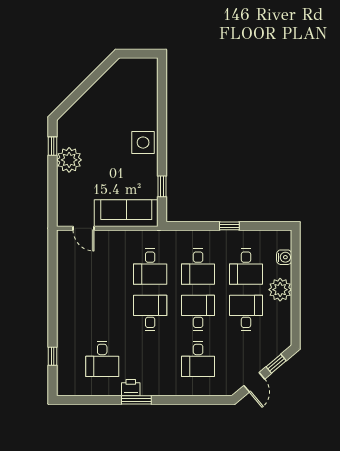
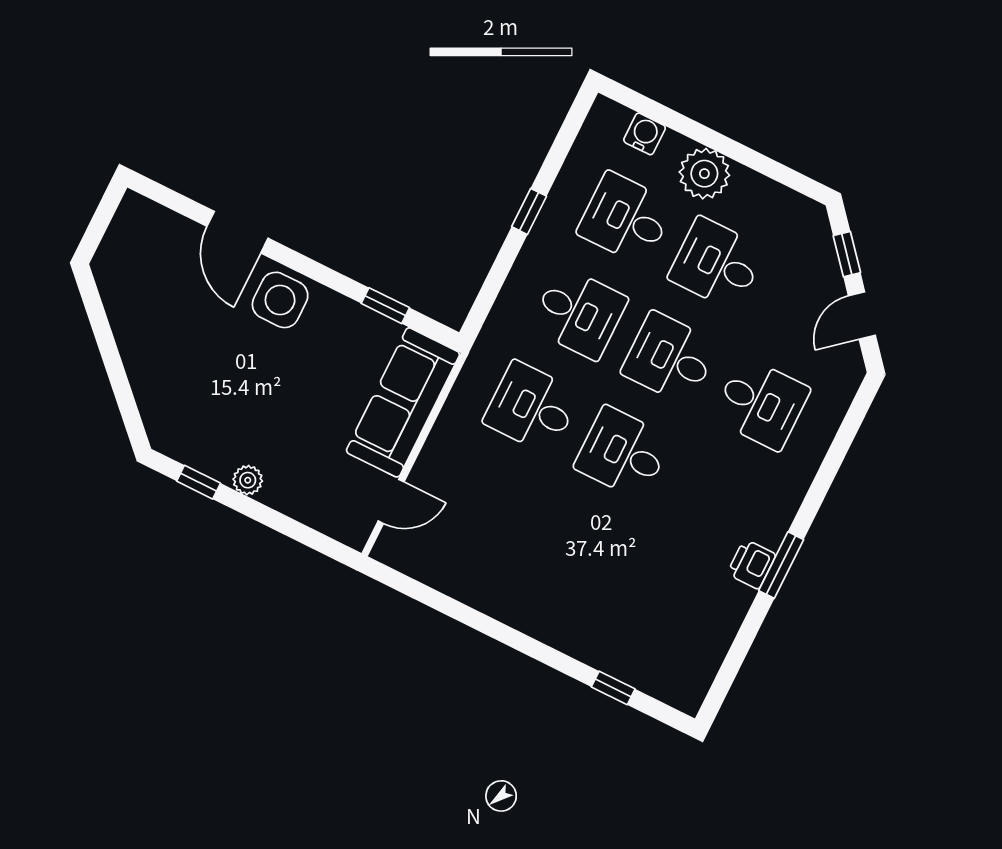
door: (162, 112) -> (238, 232), added
plant: (69, 160) -> (248, 480), width x0.53, depth x0.53
desk: (150, 267) -> (532, 408), turned 180
desk: (246, 267) -> (626, 218), turned 180
desk: (102, 359) -> (667, 593), removed
door: (254, 382) -> (862, 316), swing flipped

